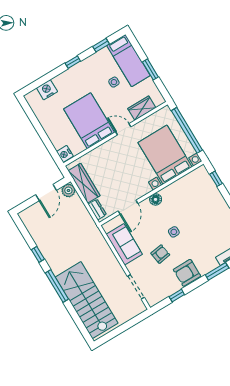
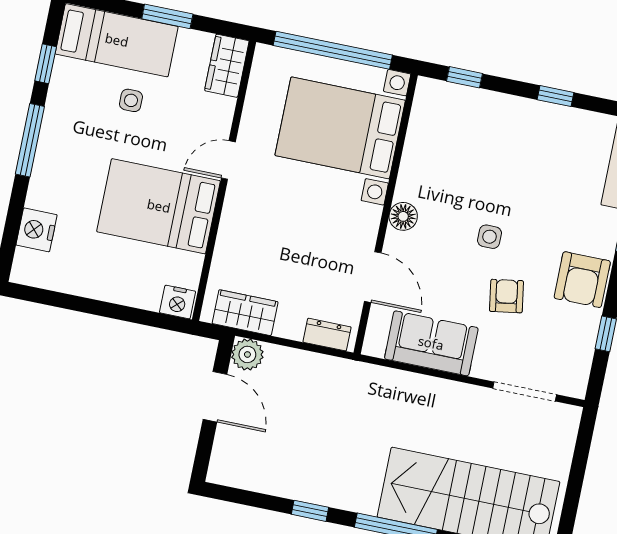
window: (73, 62) -> (30, 140), width x2.17
wardrobe: (142, 108) -> (227, 66), moved
wardrobe: (84, 183) -> (245, 313), width x0.67

